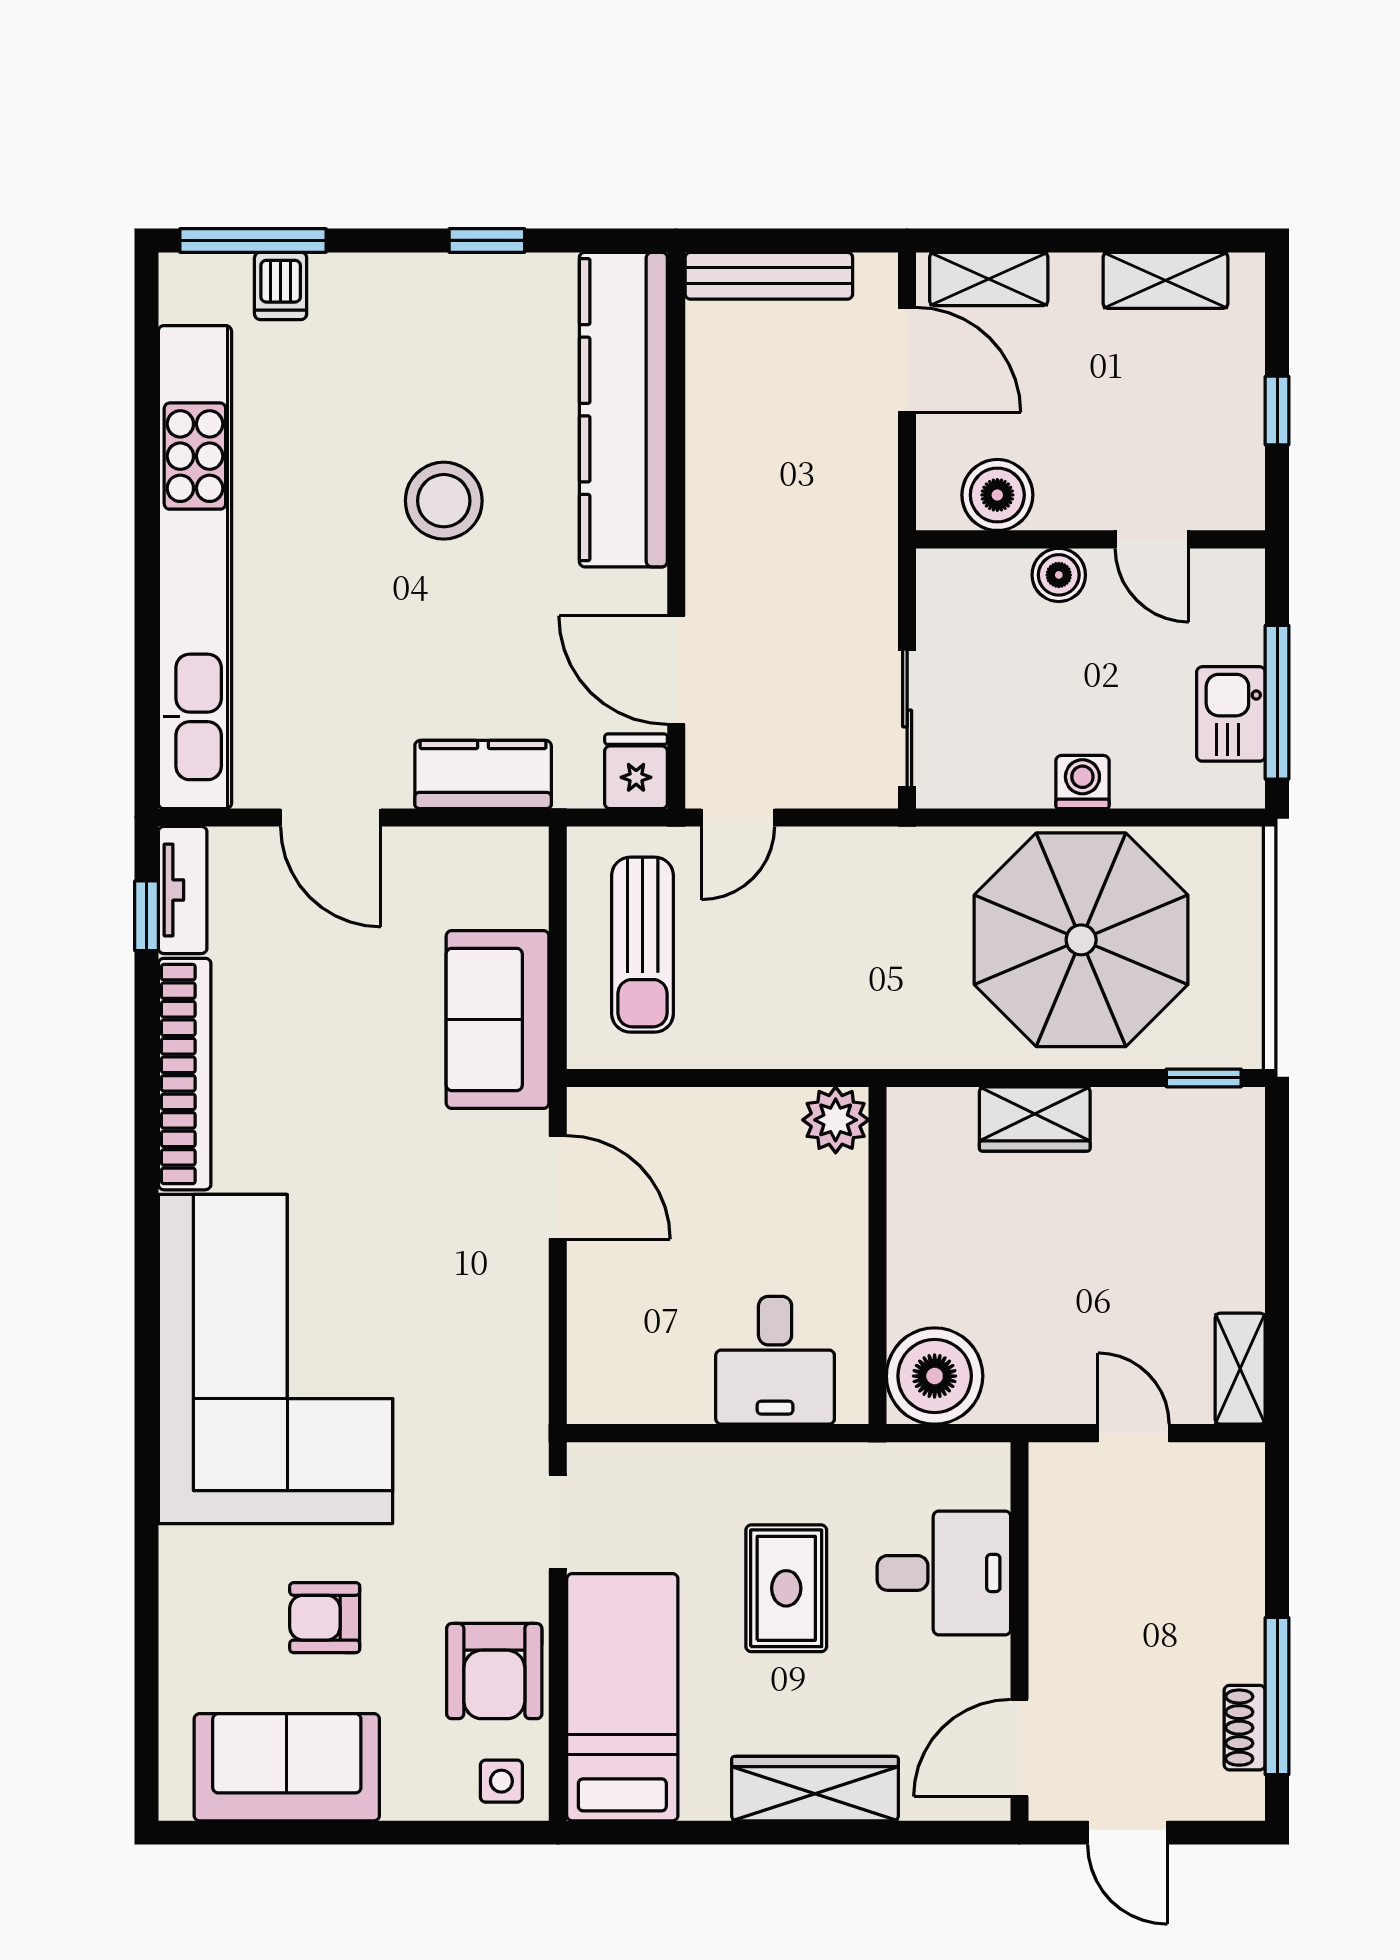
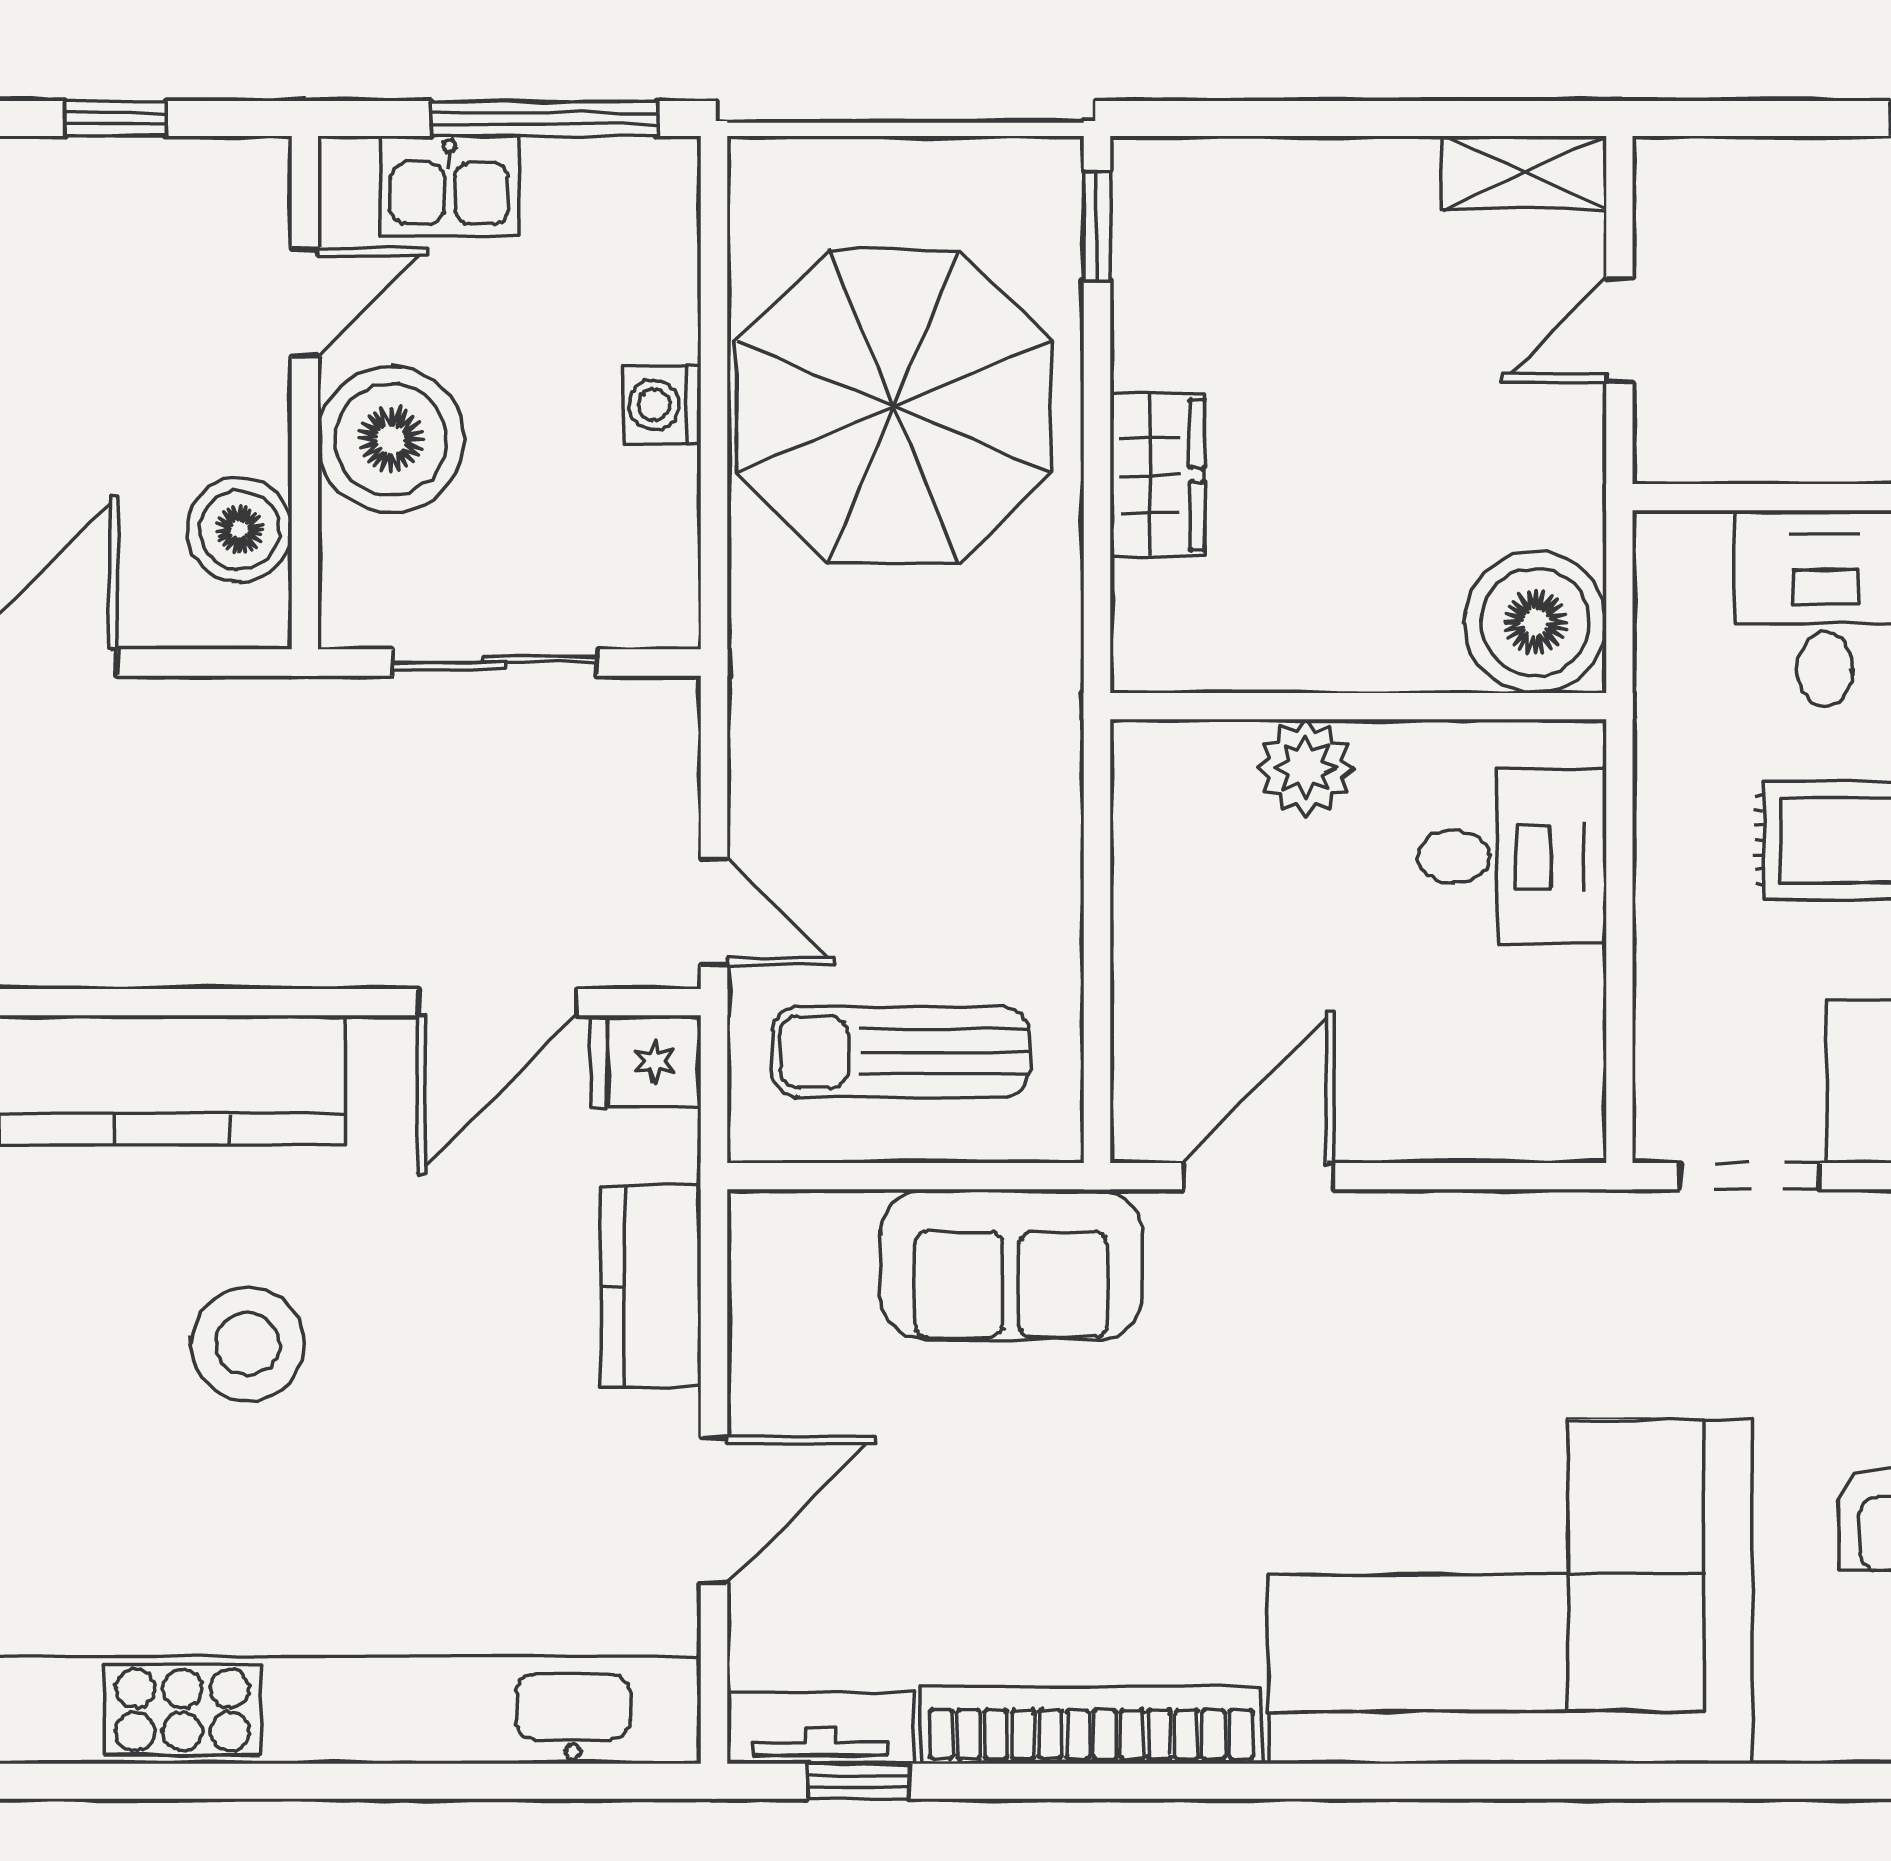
boiler: (1059, 575) -> (391, 439), width x1.86, depth x1.86
kitchen sink: (1231, 714) -> (449, 186), moved
sliding door: (907, 718) -> (495, 663), moved
sun lounger: (643, 945) -> (901, 1052), turned 180
plant: (836, 1120) -> (1306, 768), moved

